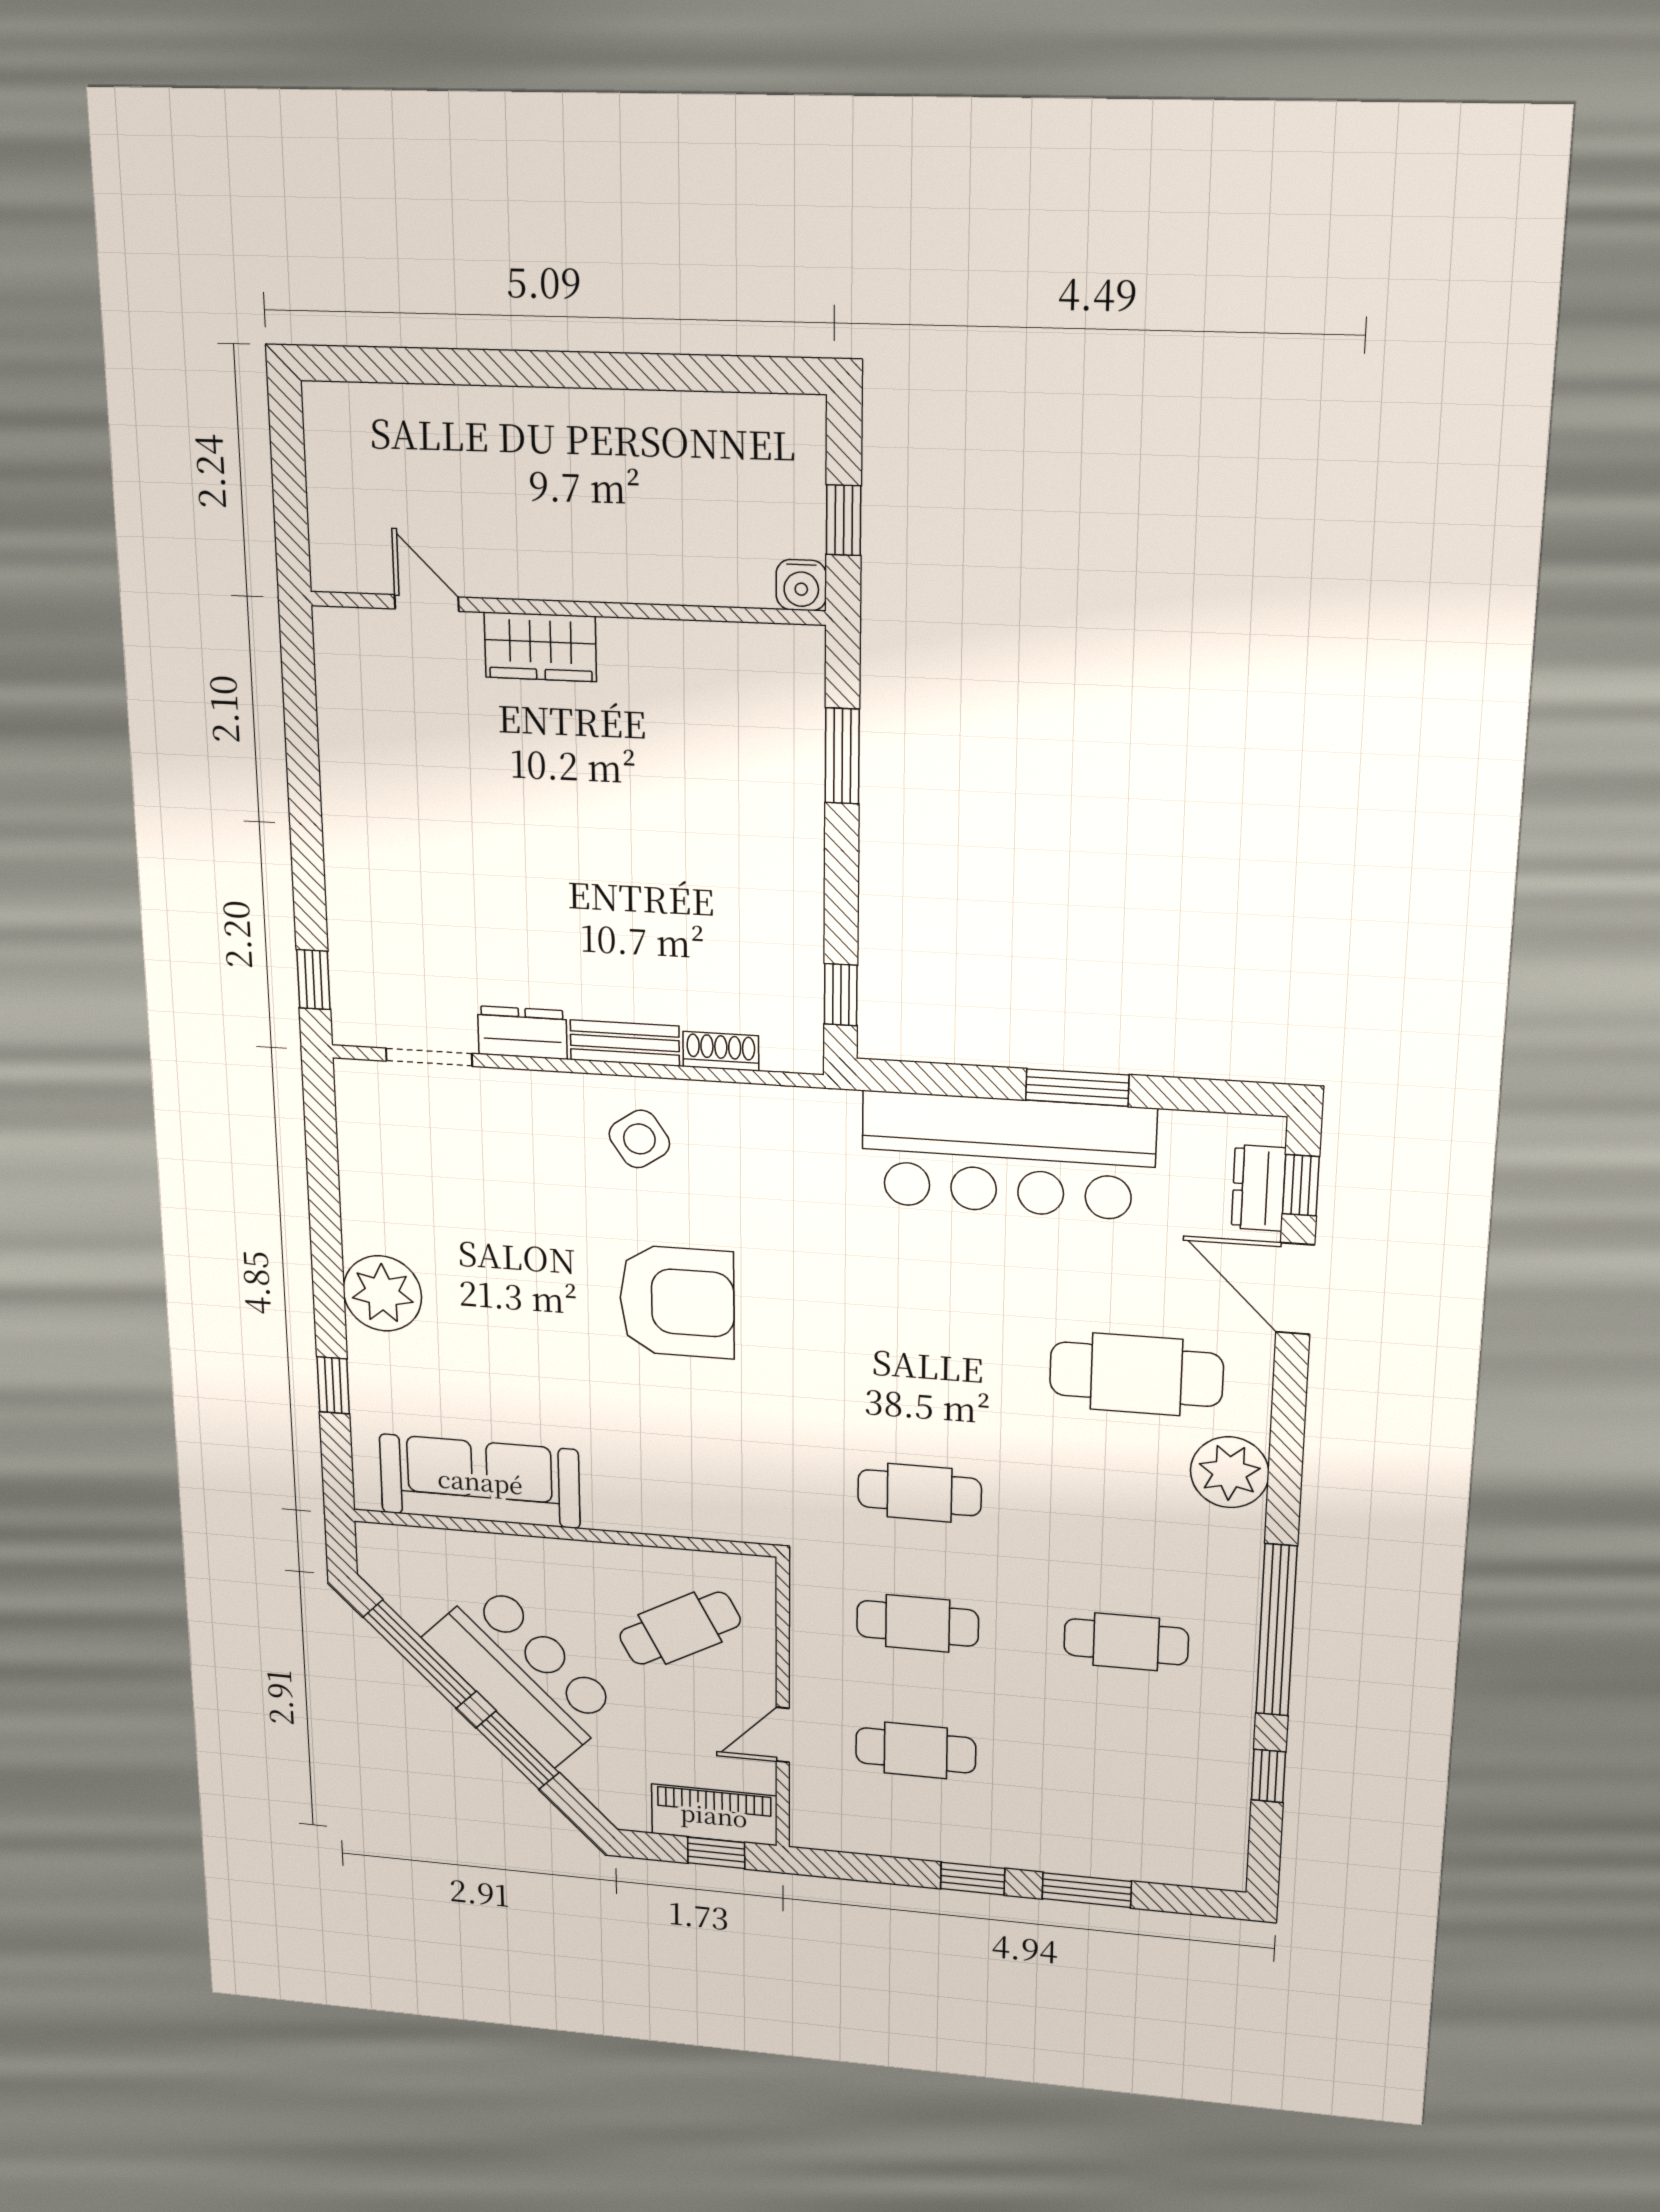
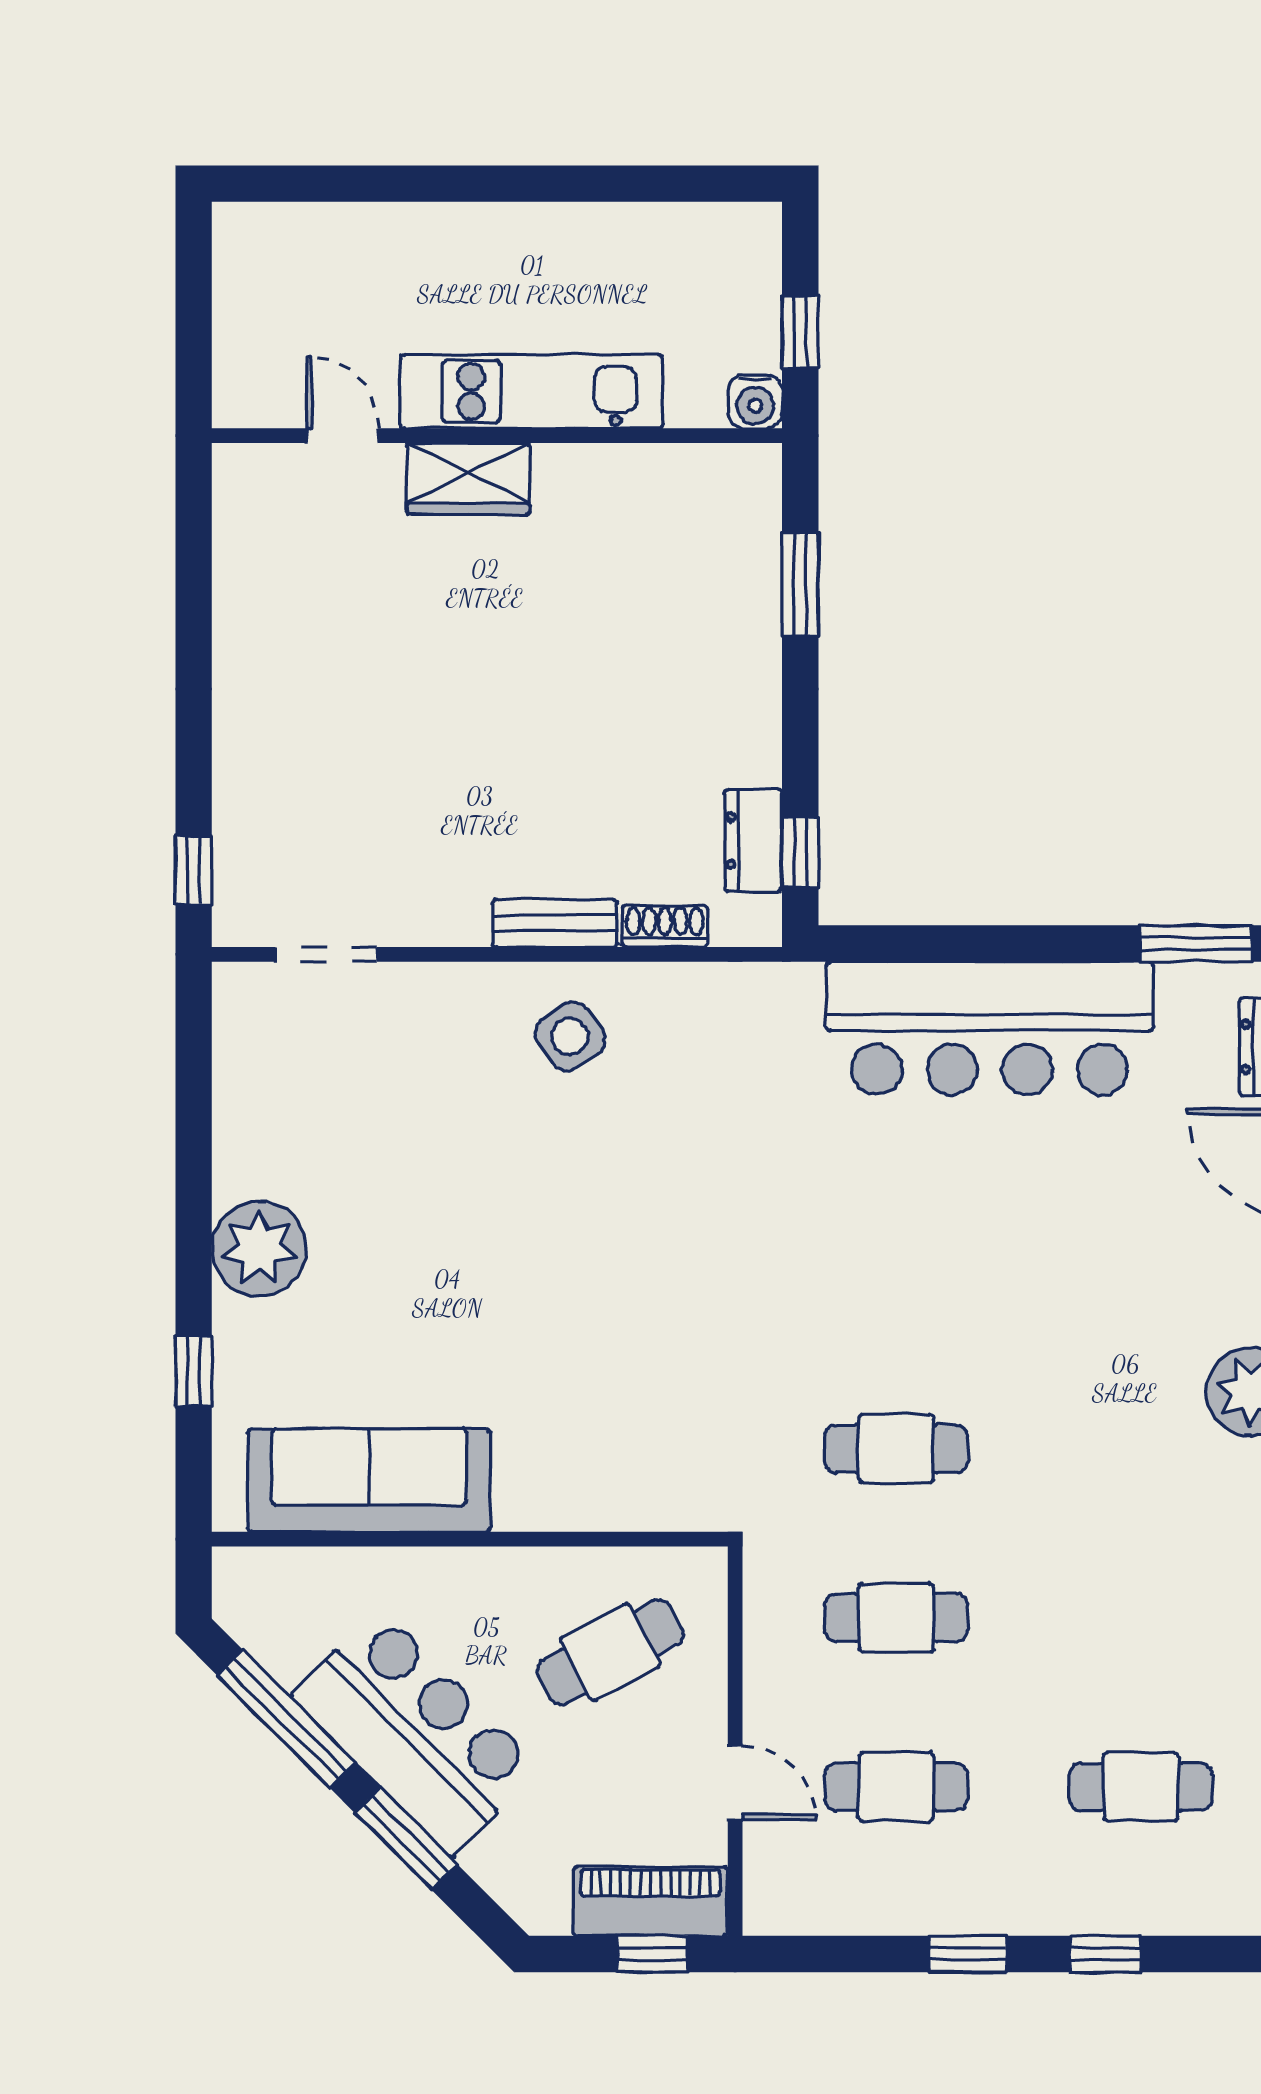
kitchen unit: (596, 568) -> (532, 391), added
dresser: (522, 1033) -> (753, 841), moved, turned -90
window: (1077, 1088) -> (1196, 943), moved
armchair: (677, 1302) -> (611, 1232), removed
cafe table: (1136, 1374) -> (1141, 1280), removed
cafe table: (1126, 1642) -> (1141, 1787), moved
door: (783, 1735) -> (735, 1783), swing flipped
window: (1087, 1890) -> (1105, 1954), width x0.67

